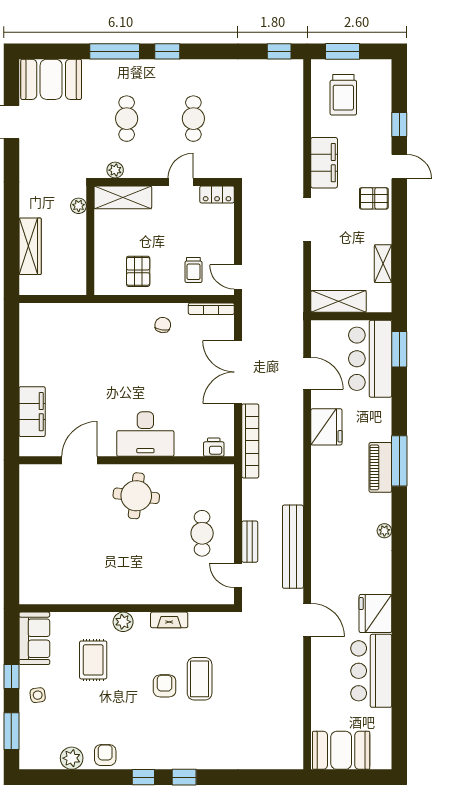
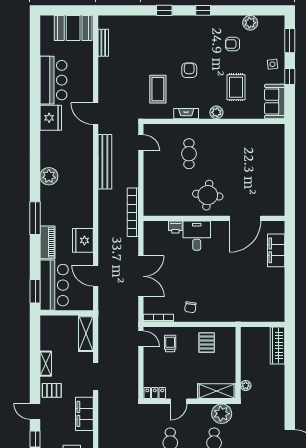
plant: (115, 170) -> (222, 414), width x1.87, depth x1.87
wardrobe: (30, 246) -> (277, 346), moved
shelving: (383, 264) -> (46, 364), moved
shelving: (339, 301) -> (86, 334), moved, turned 90
desk: (145, 434) -> (197, 236), width x0.73
bookcase: (250, 441) -> (133, 212), moved
printer: (214, 447) -> (175, 227), moved
door: (80, 460) -> (245, 218), width x1.36
piano: (380, 467) -> (47, 242), moved
plant: (384, 531) -> (49, 176), width x1.87, depth x1.87
cafe table: (202, 533) -> (189, 154), moved
bench: (250, 542) -> (103, 43), moved
coffee table: (200, 679) -> (158, 89), moved
armchair: (165, 686) -> (189, 70), turned 180
armchair: (105, 755) -> (233, 44), moved, turned 90
window: (184, 777) -> (164, 10), moved

